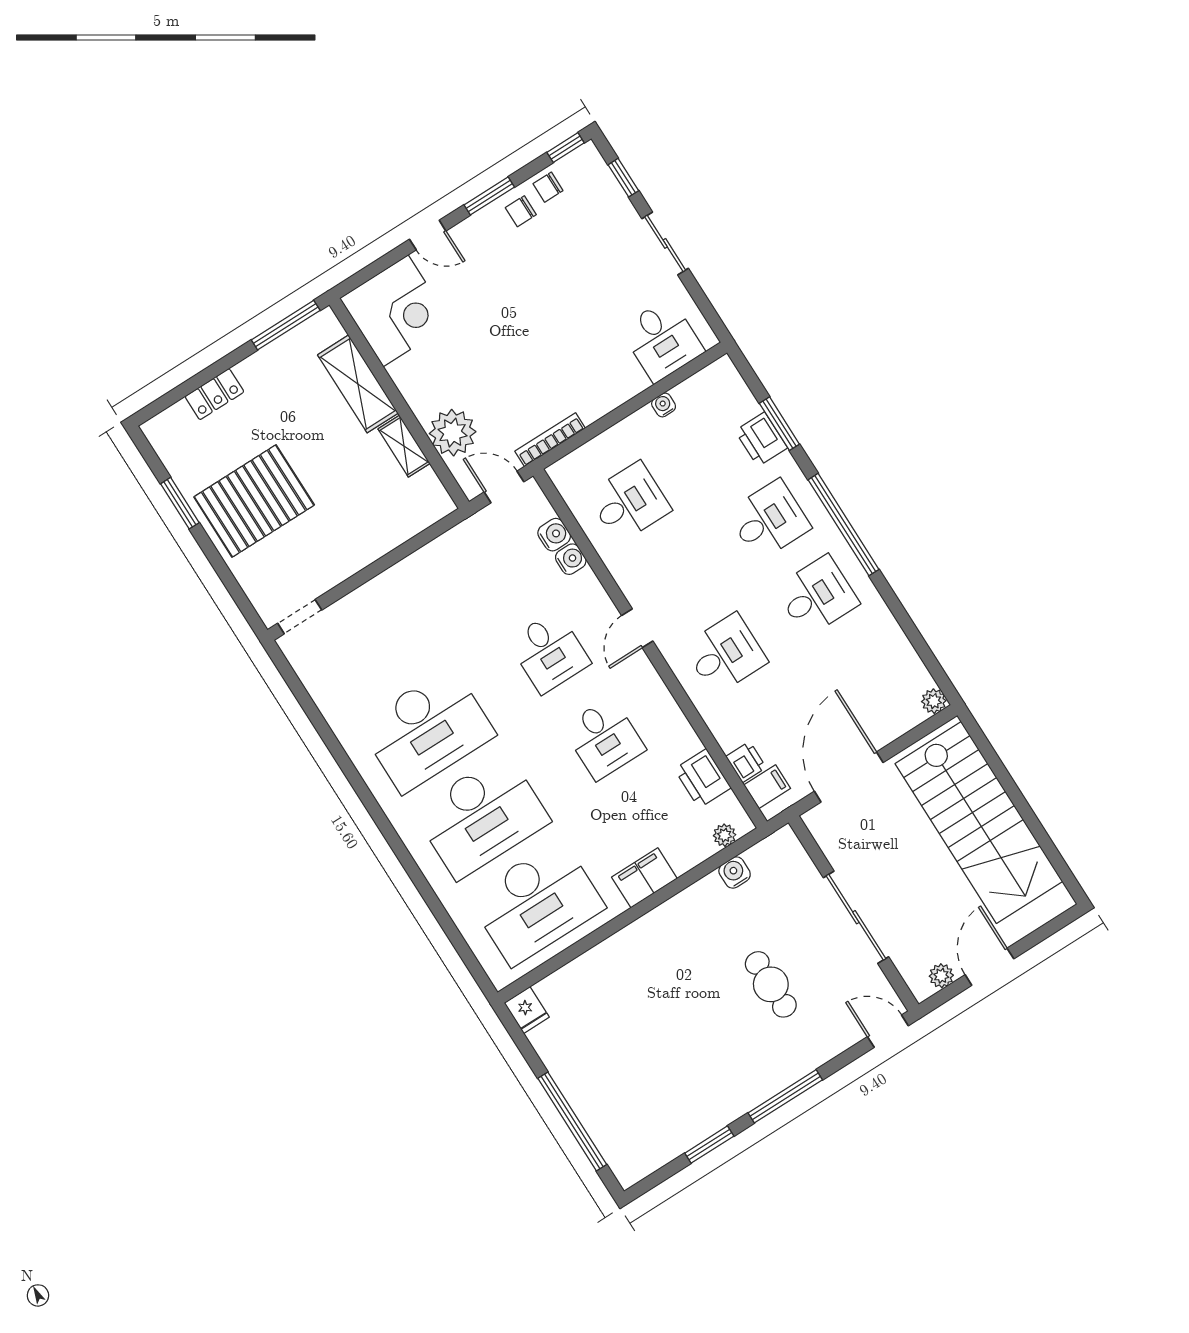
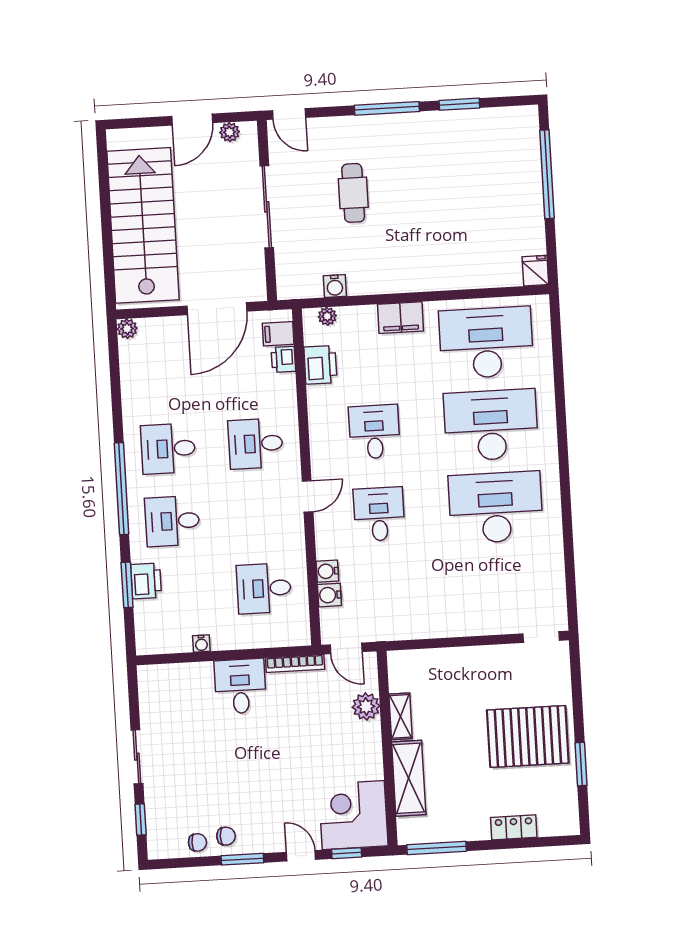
window: (566, 148) -> (347, 853), moved
desk: (662, 340) -> (240, 686), moved
plant: (453, 433) -> (366, 707), width x0.73, depth x0.73

